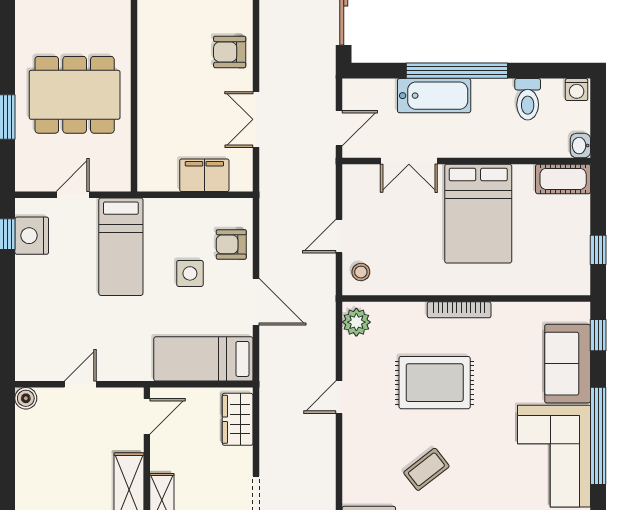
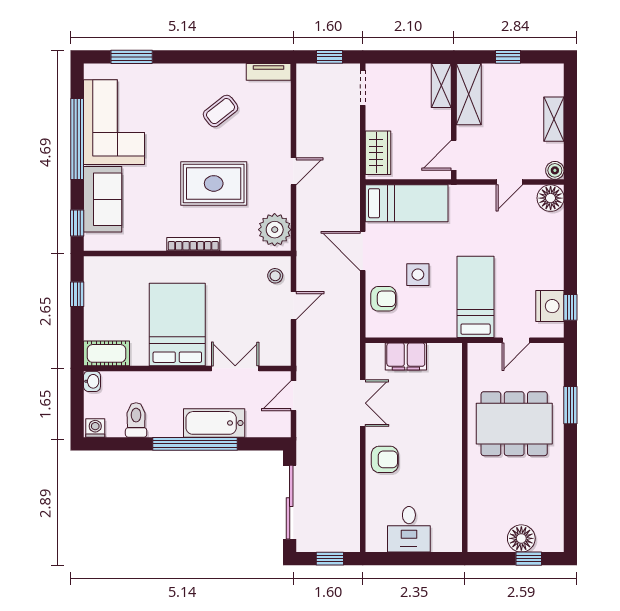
plant: (356, 322) -> (275, 230), width x1.36, depth x1.36
floor lamp: (31, 365) -> (551, 198), added
shelving: (27, 460) -> (554, 119), added

